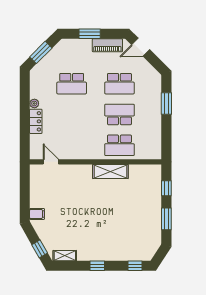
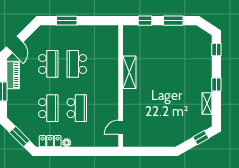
locker: (36, 121) -> (50, 141), moved
school desk: (119, 145) -> (77, 108), moved
filing cabinet: (37, 214) -> (169, 140), removed
shelving: (65, 256) -> (207, 104), moved

